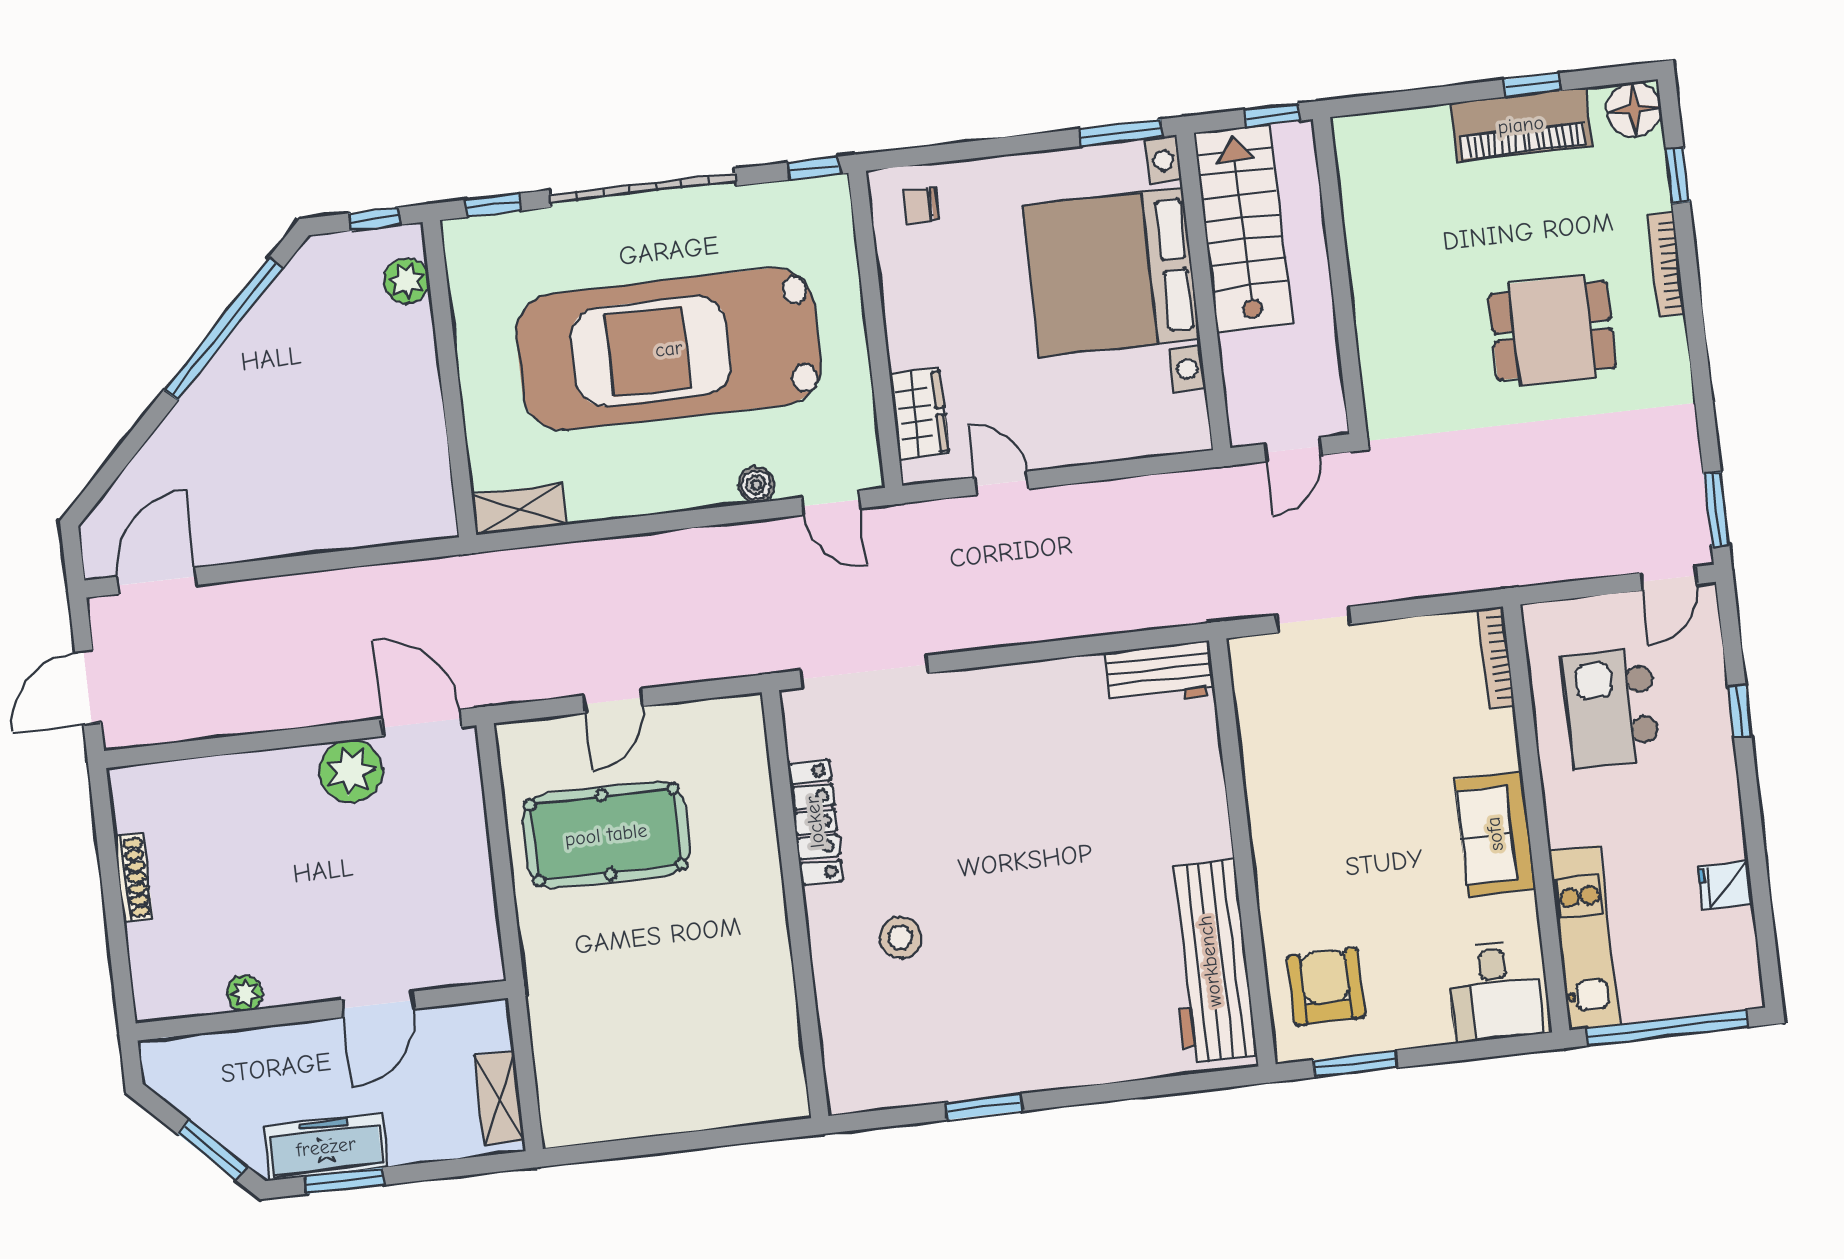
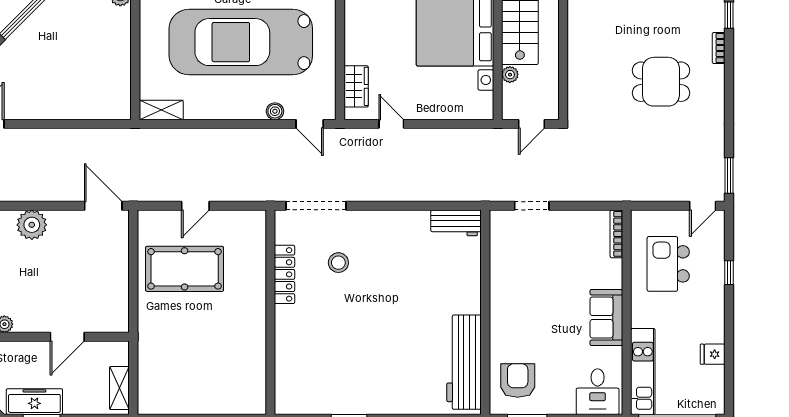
bookcase: (1666, 265) -> (719, 48), width x0.64
plant: (1236, 352) -> (510, 75), added
plant: (351, 771) -> (32, 225), moved
stool: (900, 938) -> (338, 263), moved

